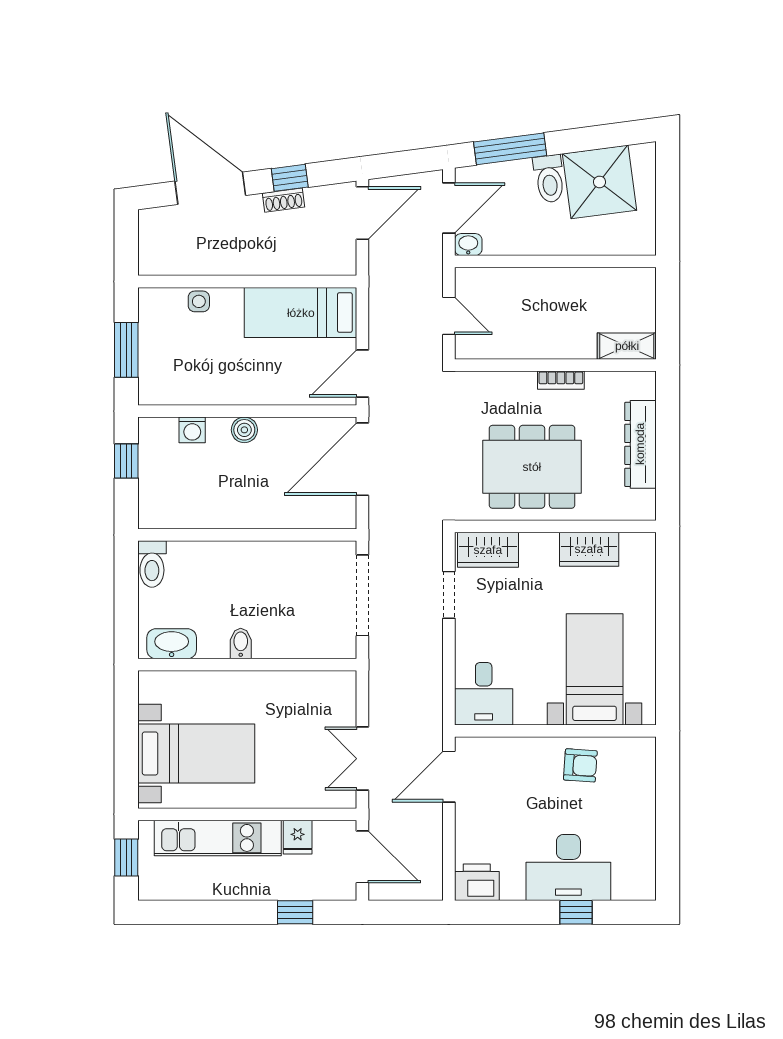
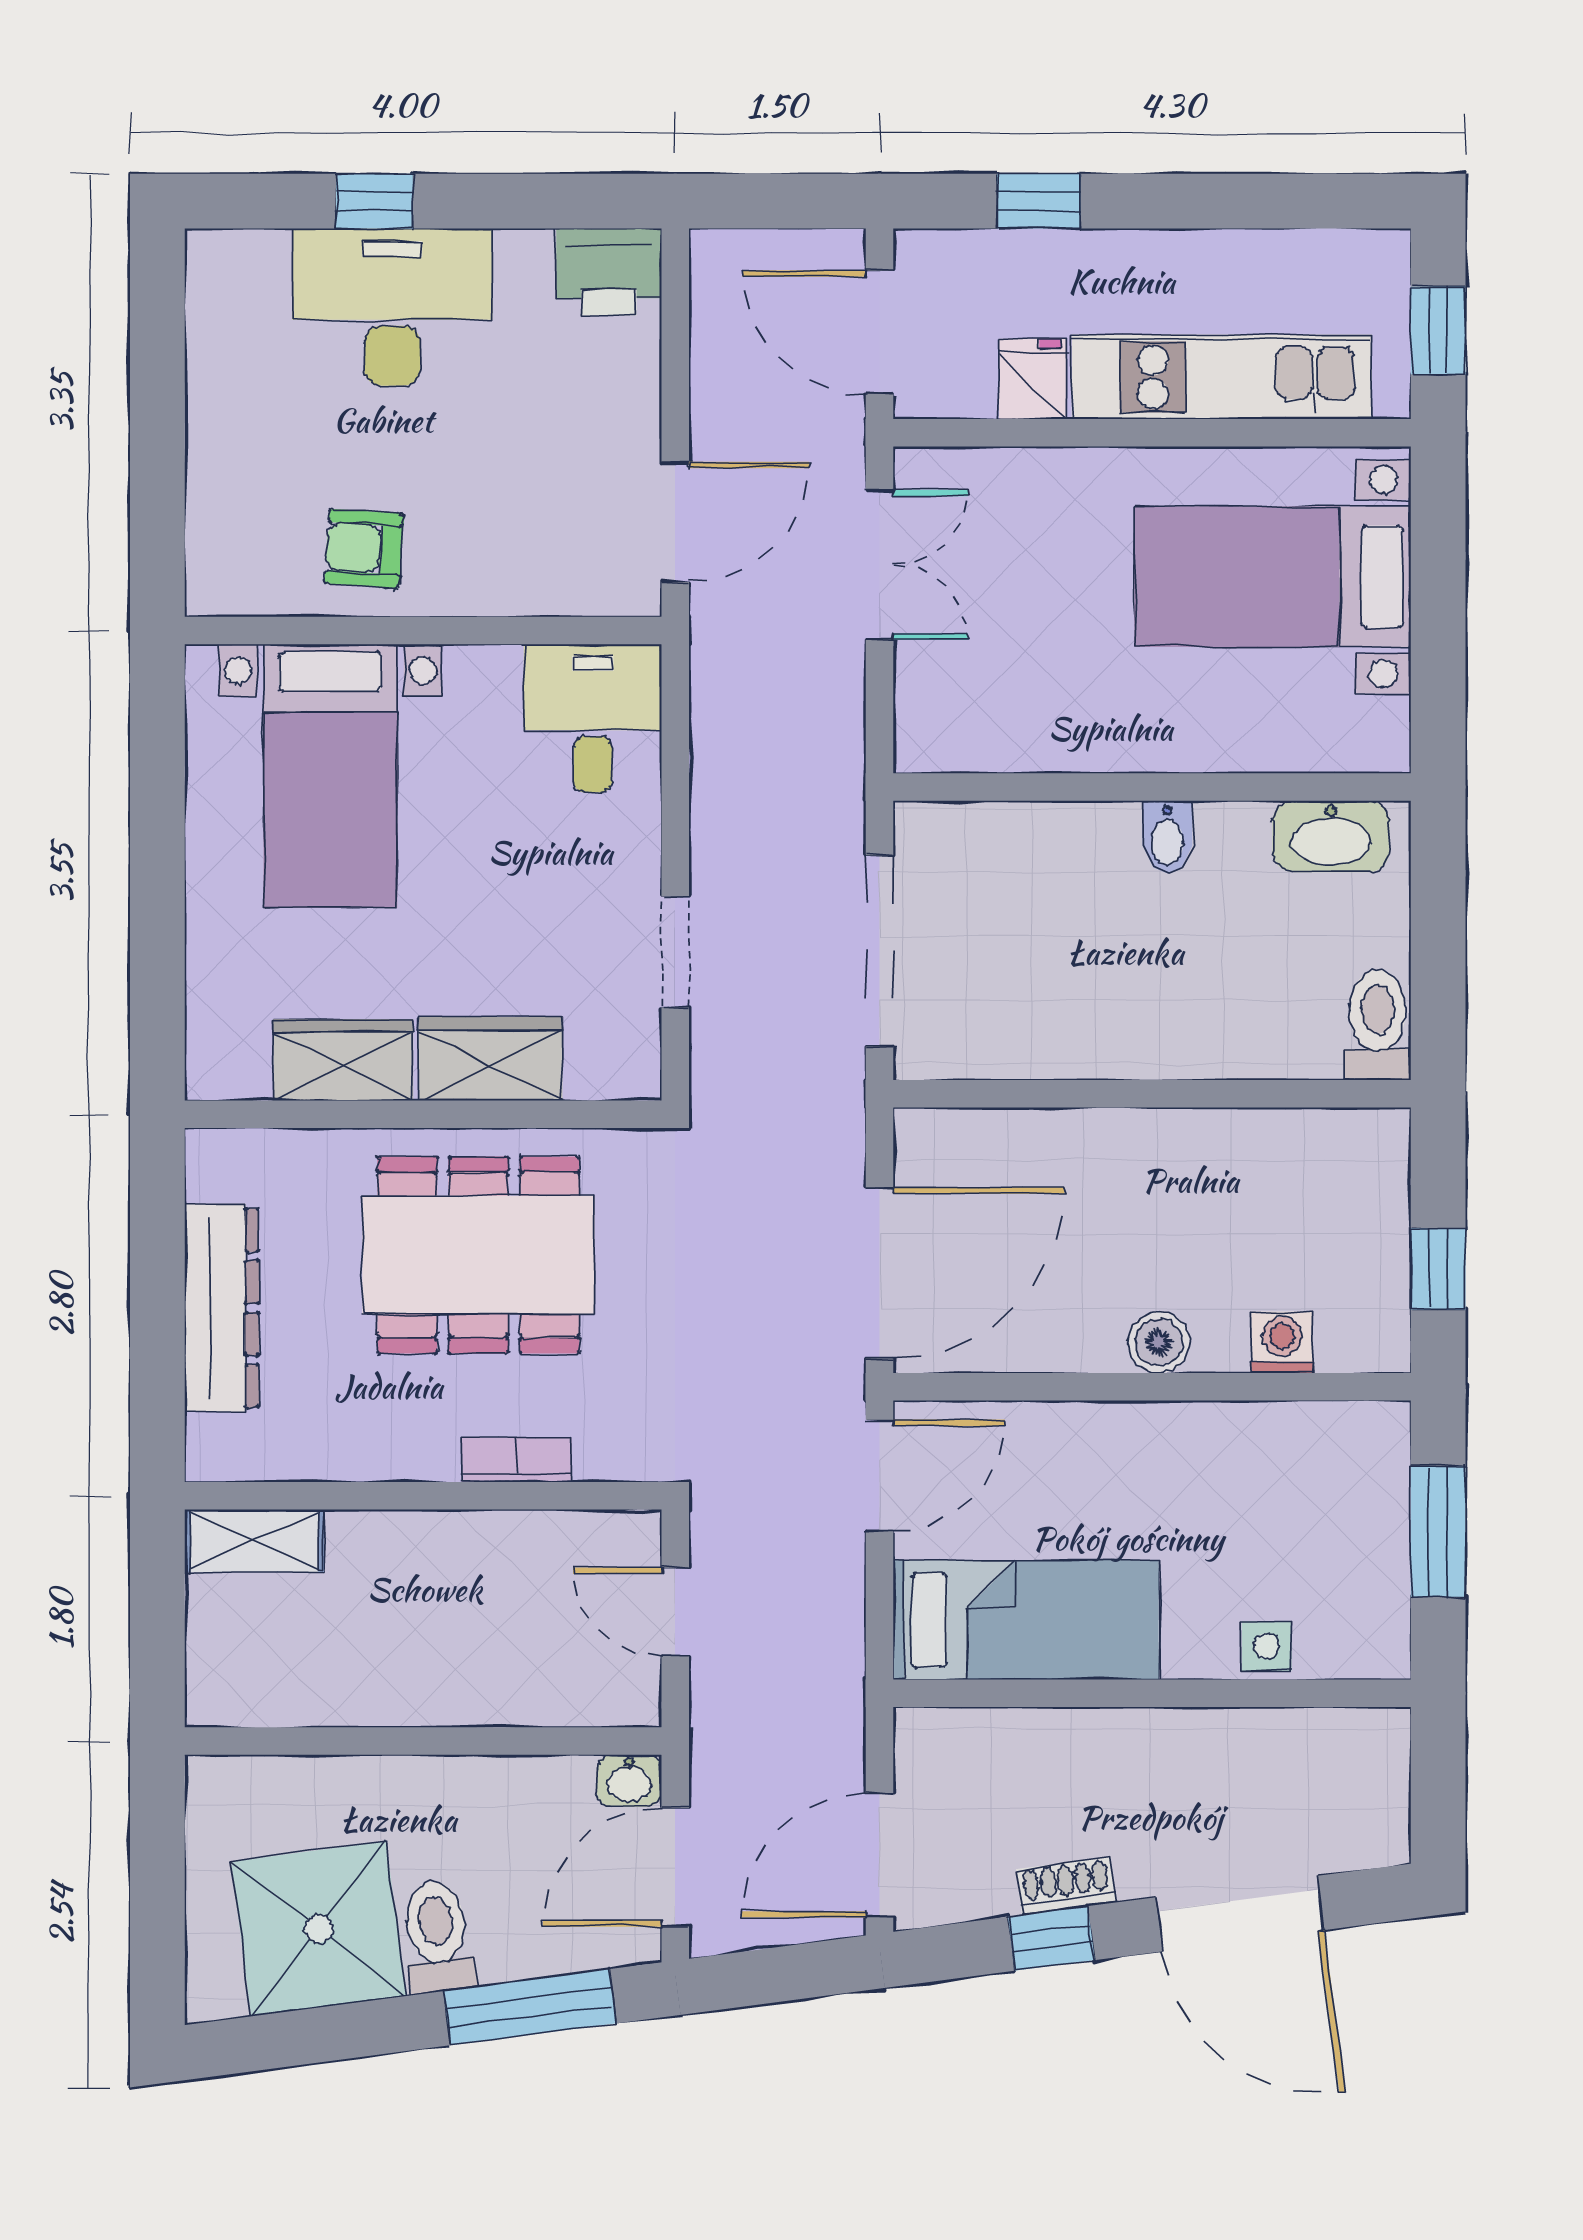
bookcase: (561, 380) -> (516, 1460), moved
wardrobe: (488, 550) -> (490, 1059), moved

